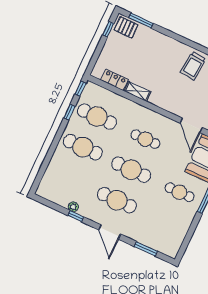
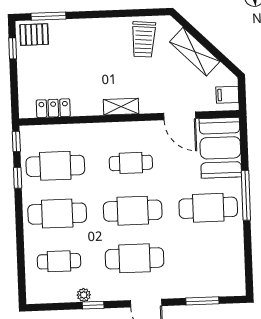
shelving: (137, 91) -> (121, 107), moved
cafe table: (69, 178) -> (59, 261), added
cafe table: (179, 192) -> (208, 208), width x1.37, depth x1.35

